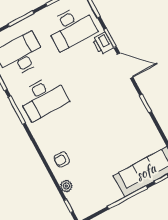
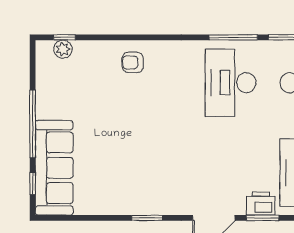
armchair: (62, 159) -> (133, 62), turned -90
plant: (66, 186) -> (63, 49), moved

